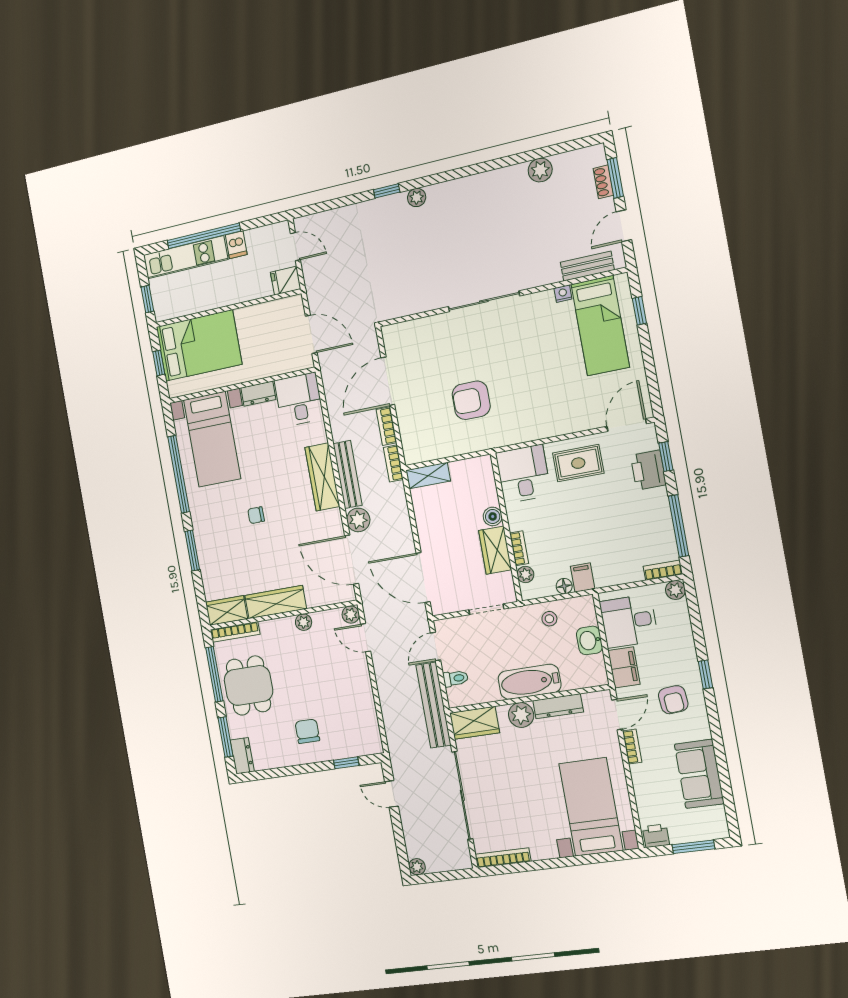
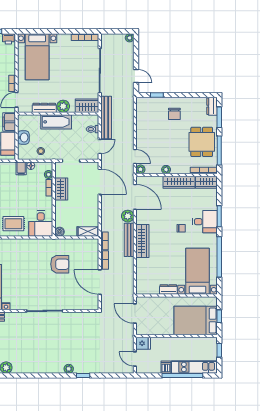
door: (388, 381) -> (100, 282), swing flipped
desk: (299, 399) -> (205, 222), moved, turned -90
boiler: (493, 516) -> (60, 232), moved

